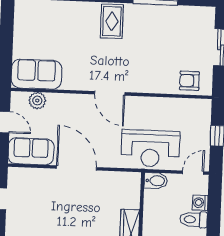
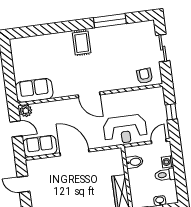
armchair: (189, 81) -> (145, 76), turned 85
plant: (37, 101) -> (26, 111), moved
bidet: (156, 181) -> (134, 162), moved

